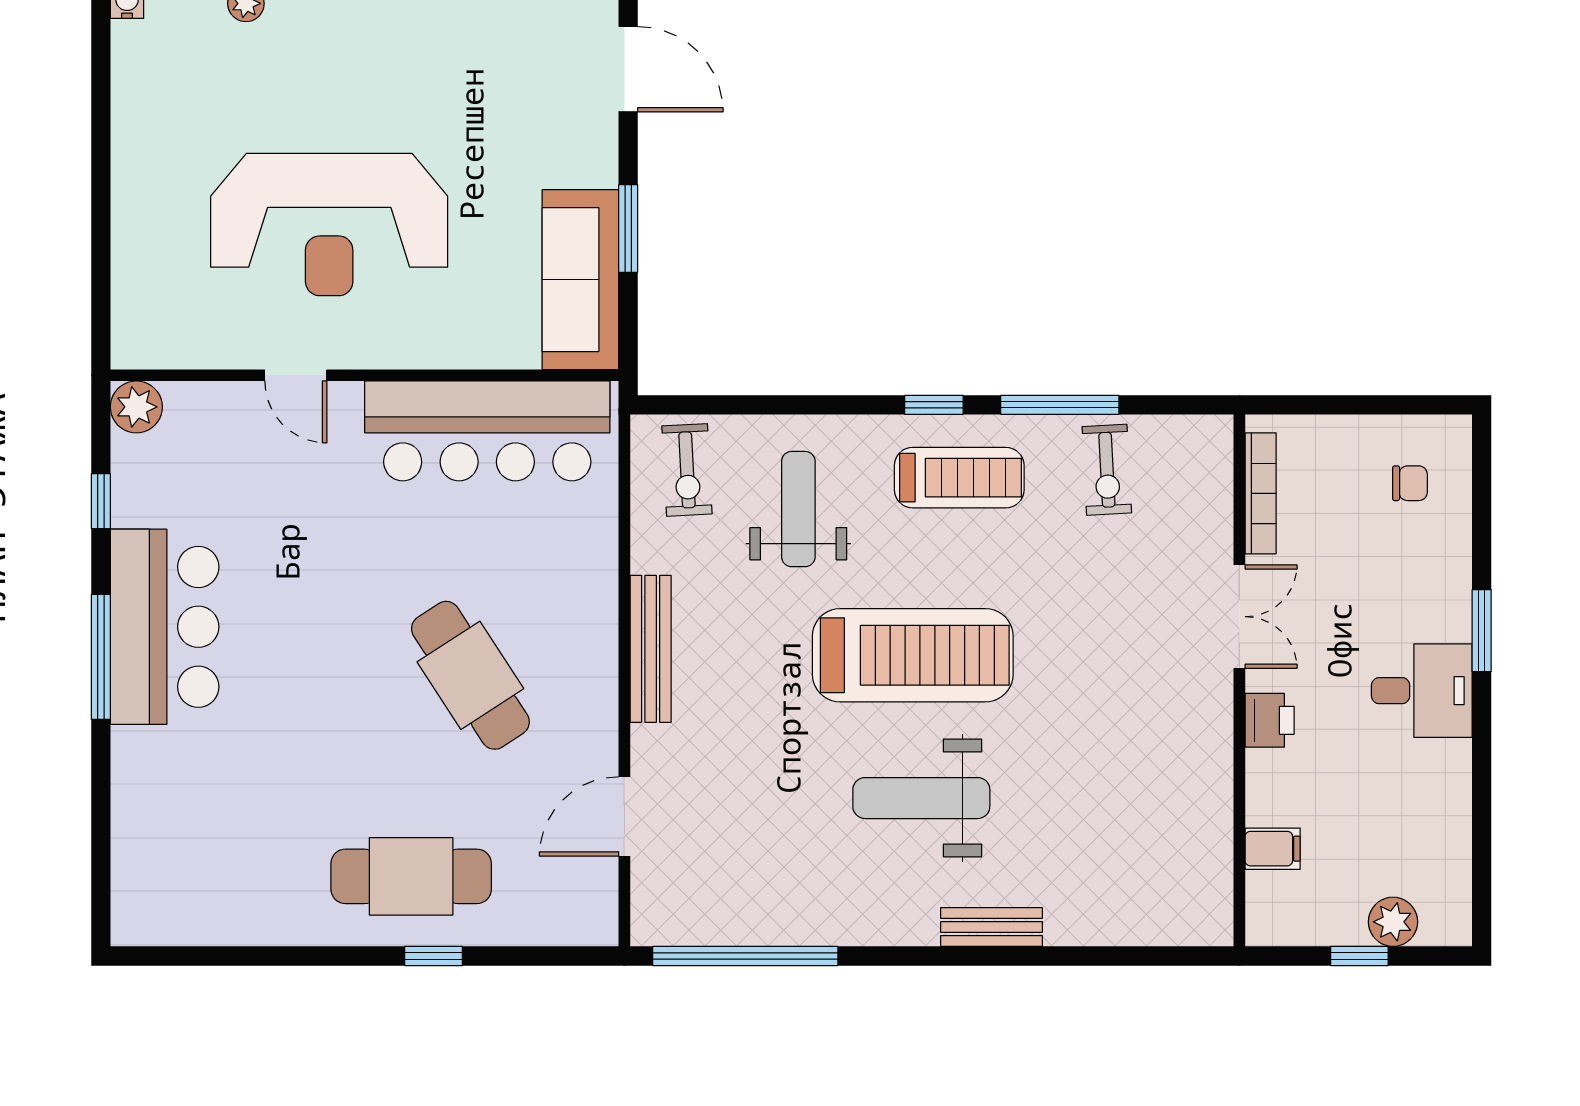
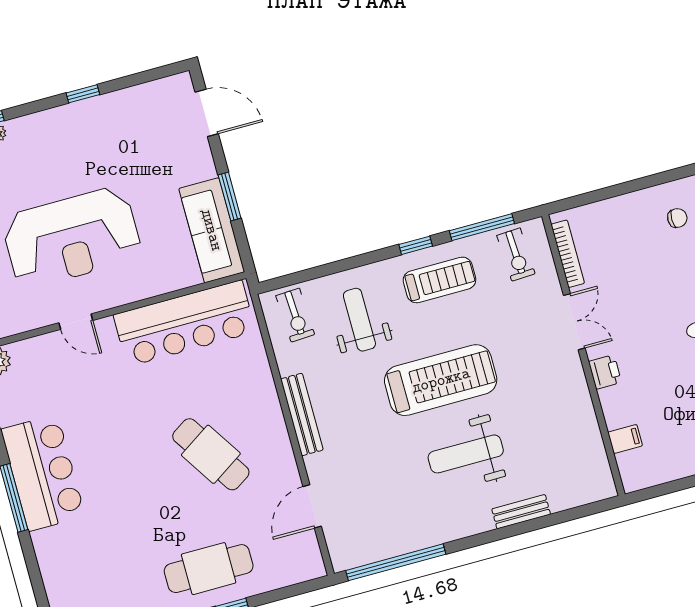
bookcase: (1261, 493) -> (568, 254), moved
double door: (1239, 617) -> (574, 322), moved
wall: (1239, 680) -> (583, 355), moved
printer: (1270, 720) -> (605, 372), moved
filing cabinet: (1273, 849) -> (625, 439), moved

